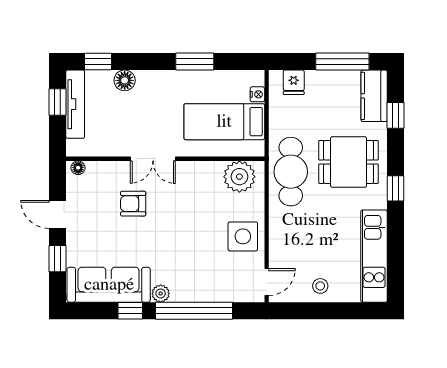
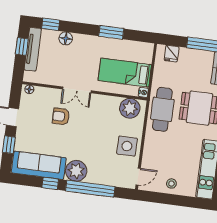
nightstand: (257, 94) -> (143, 92), moved
plant: (161, 293) -> (76, 171), width x1.87, depth x1.87

